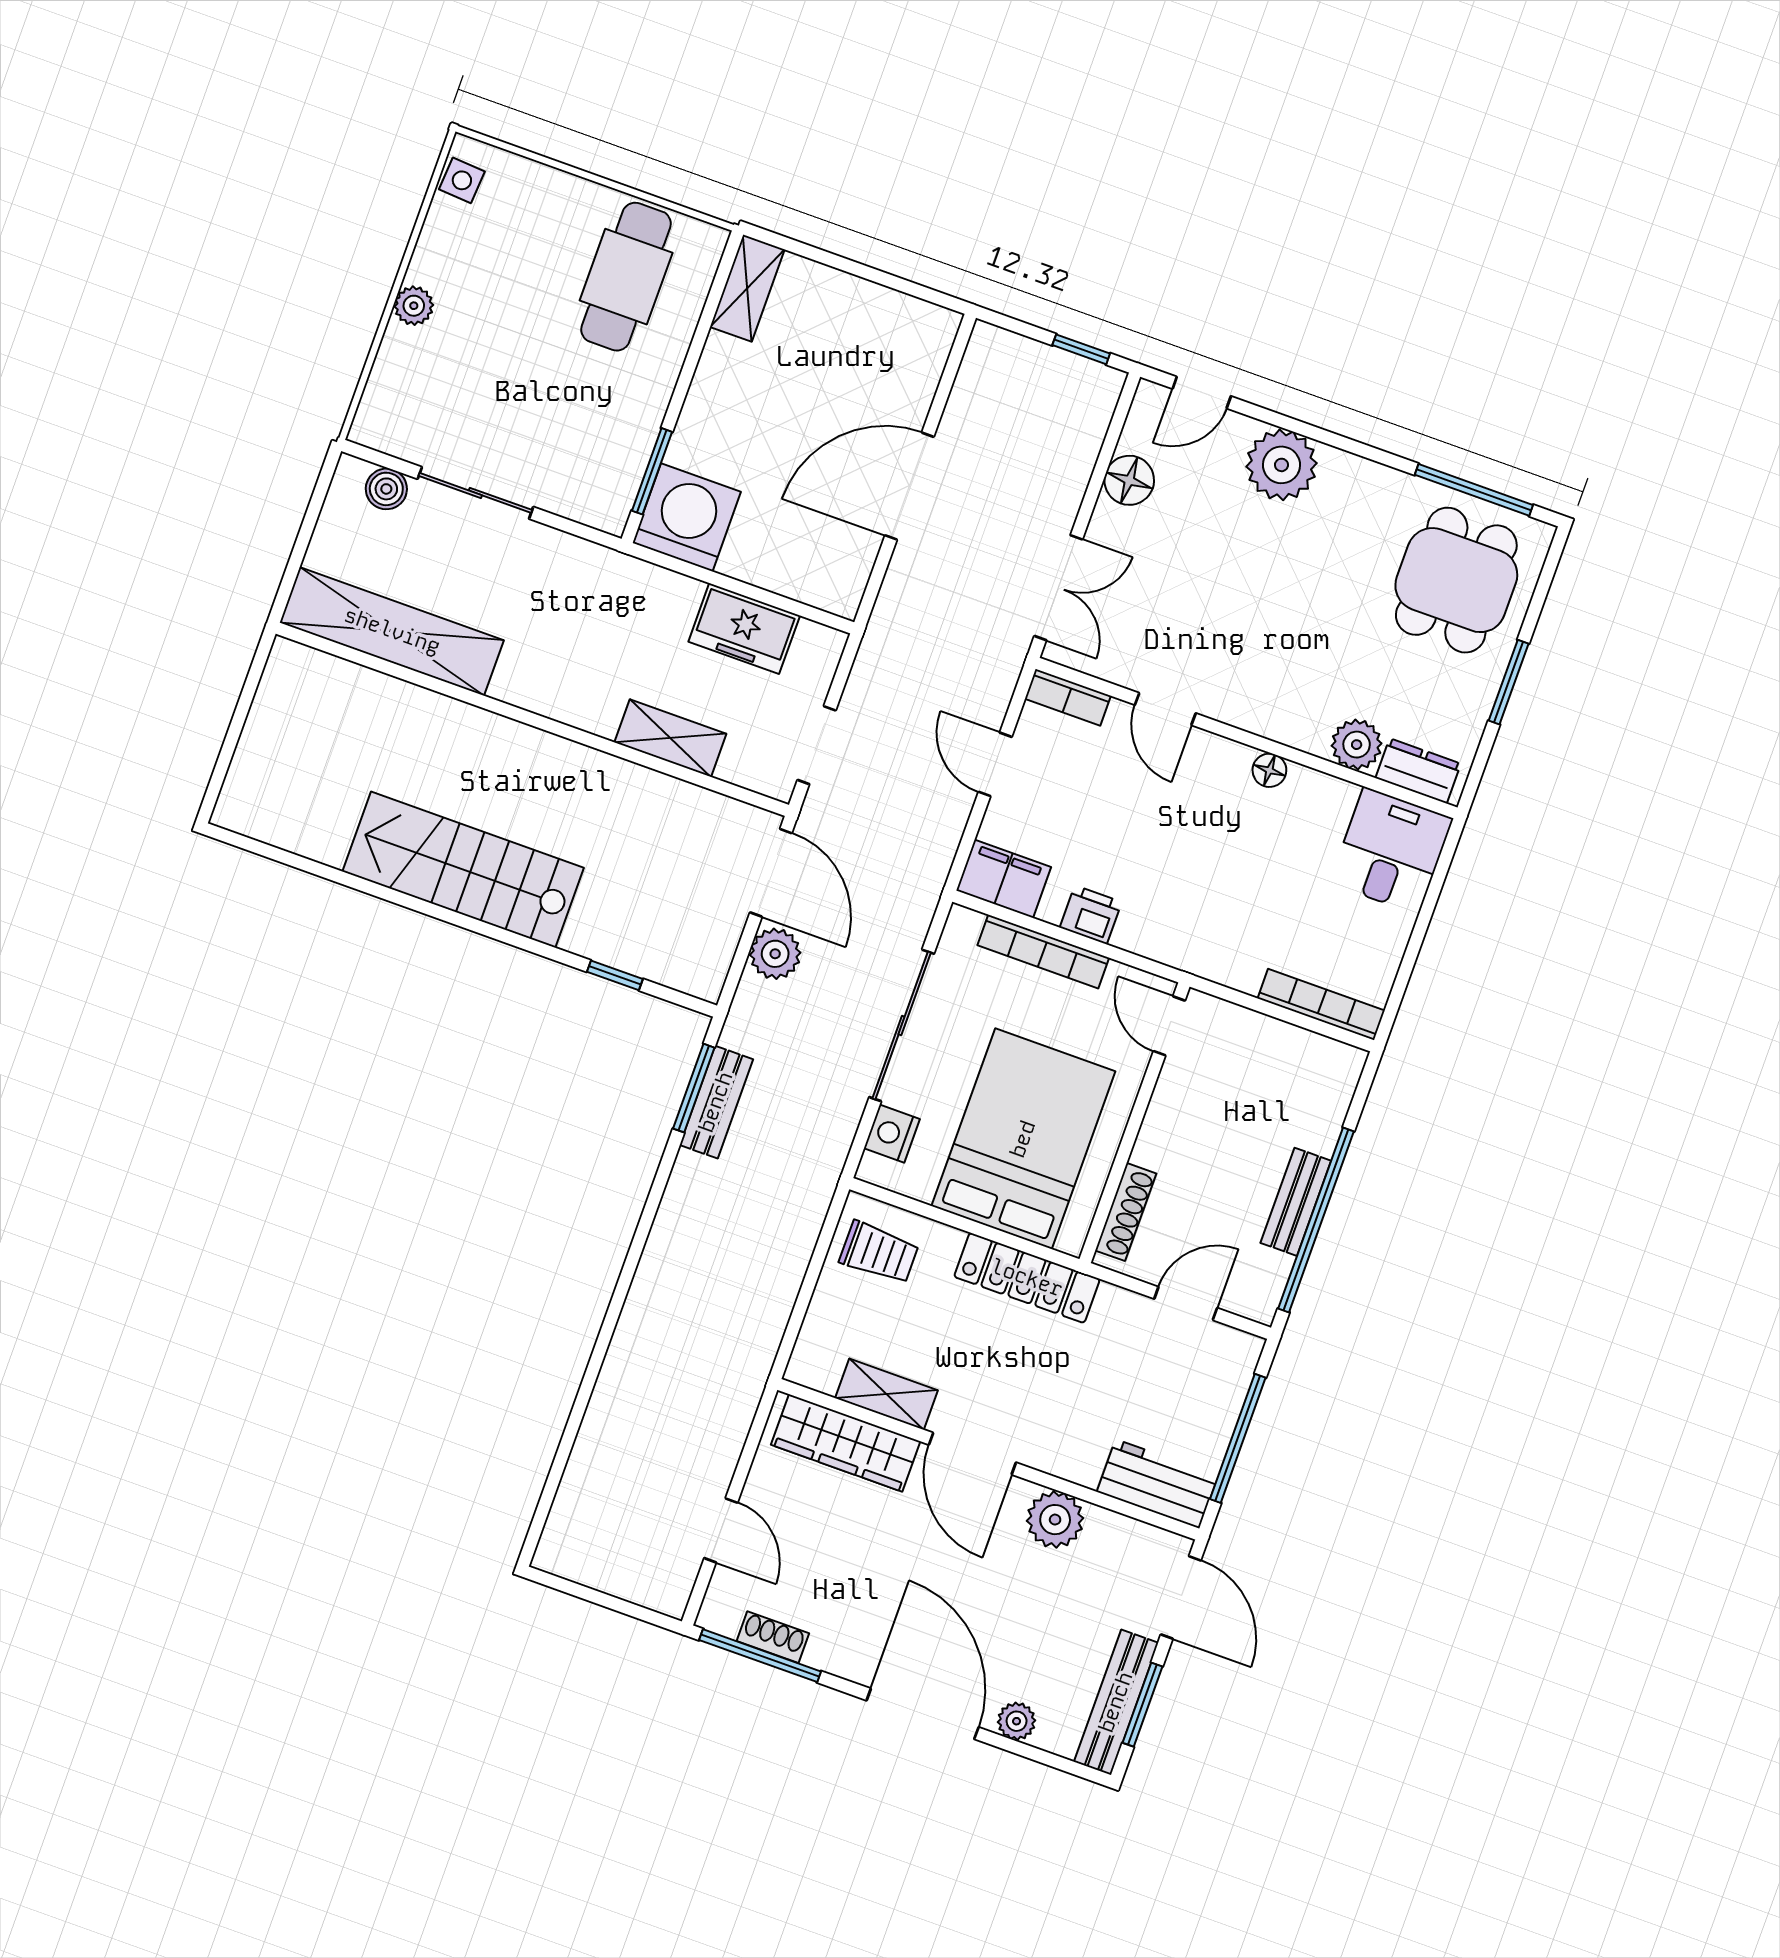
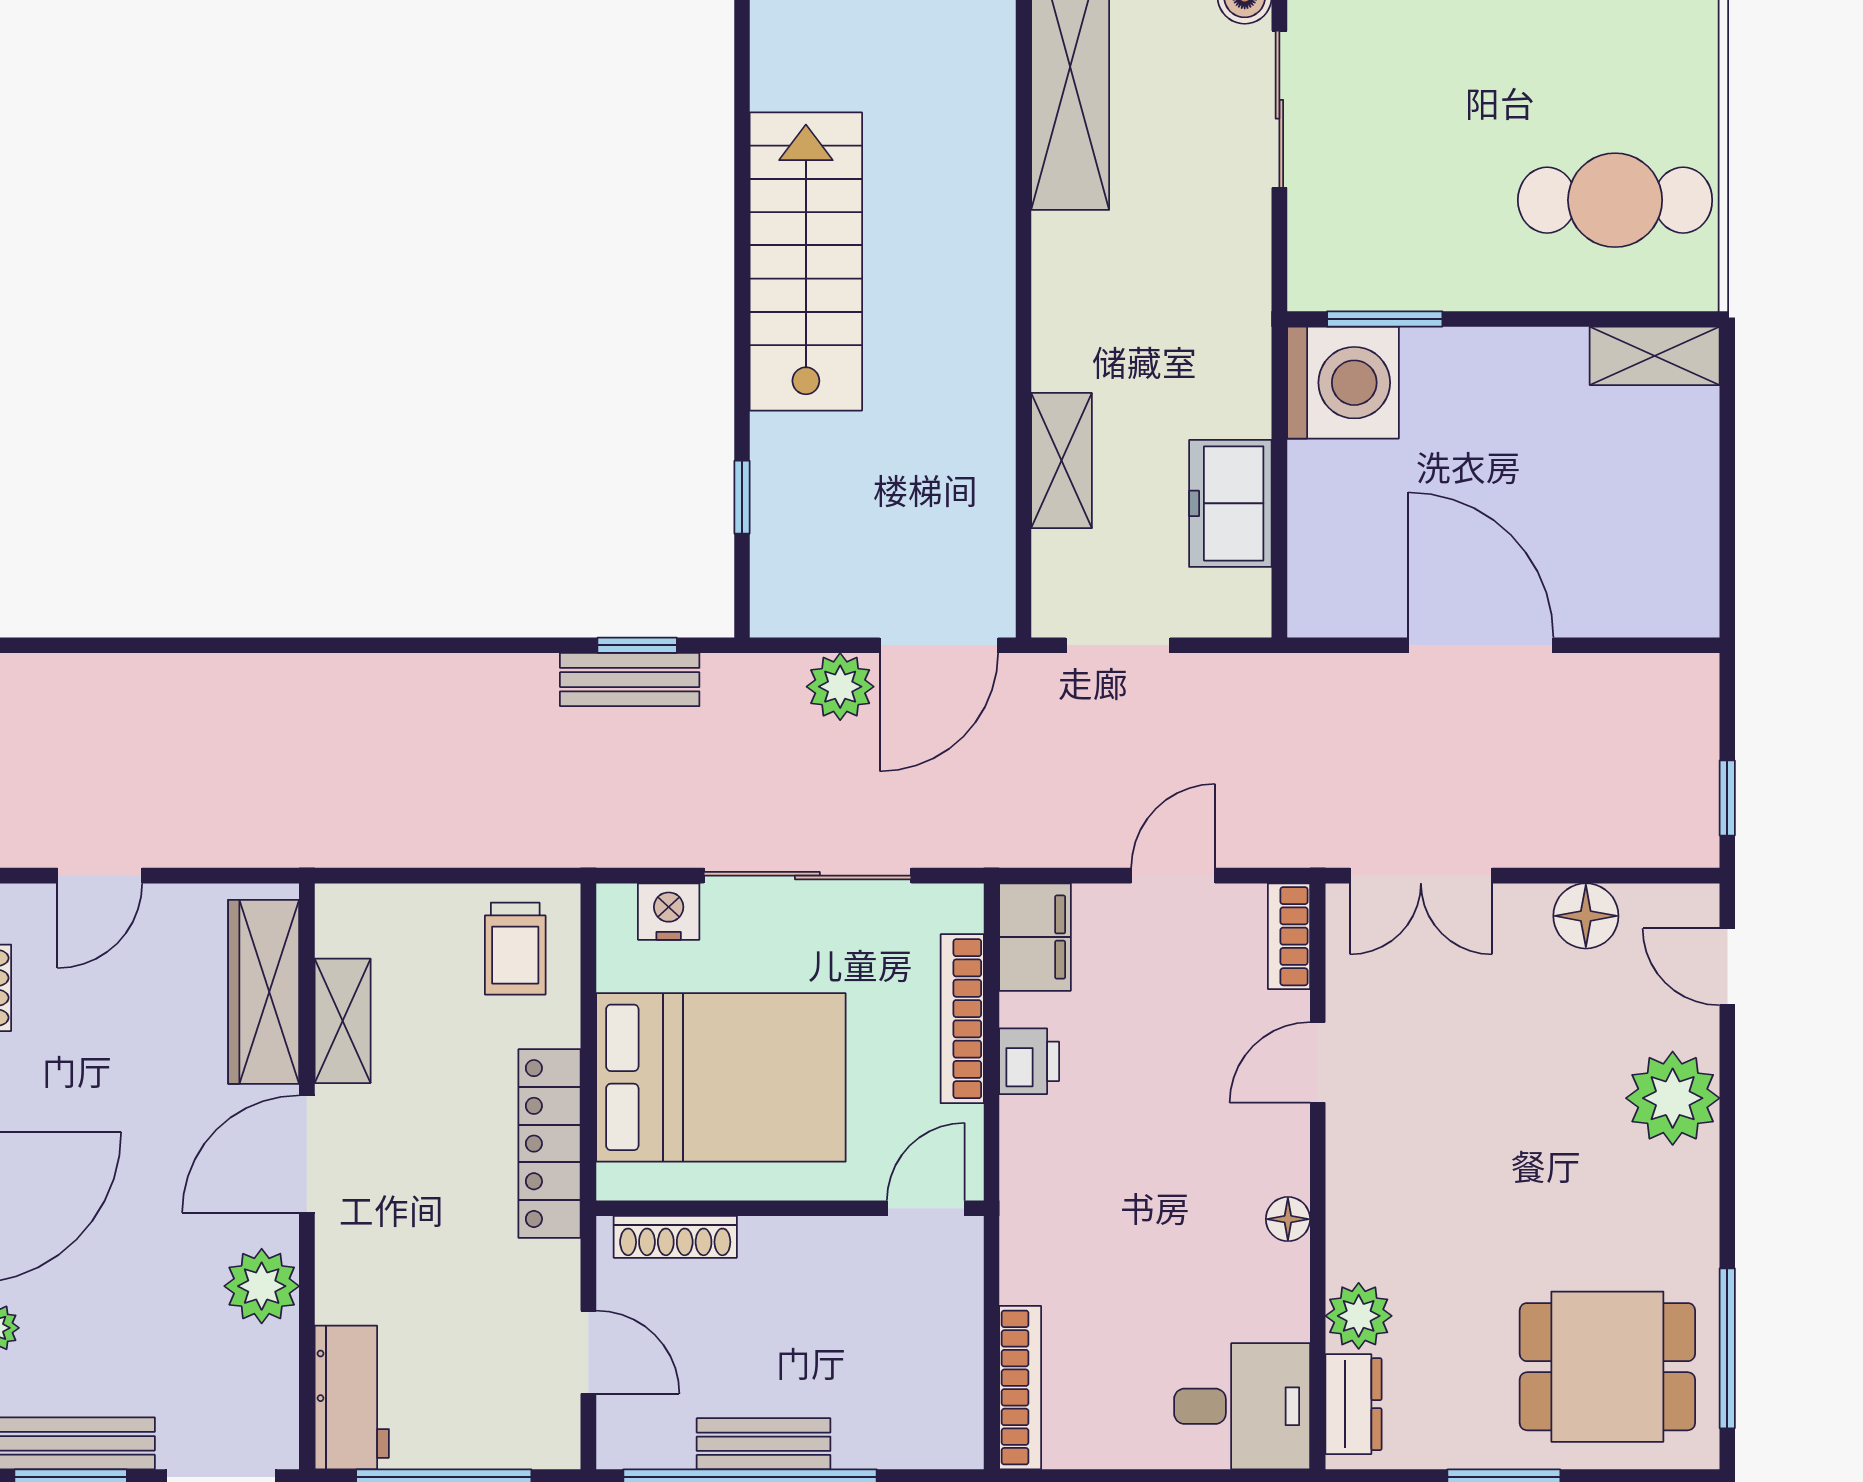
window: (694, 1088) -> (637, 645), width x0.67

